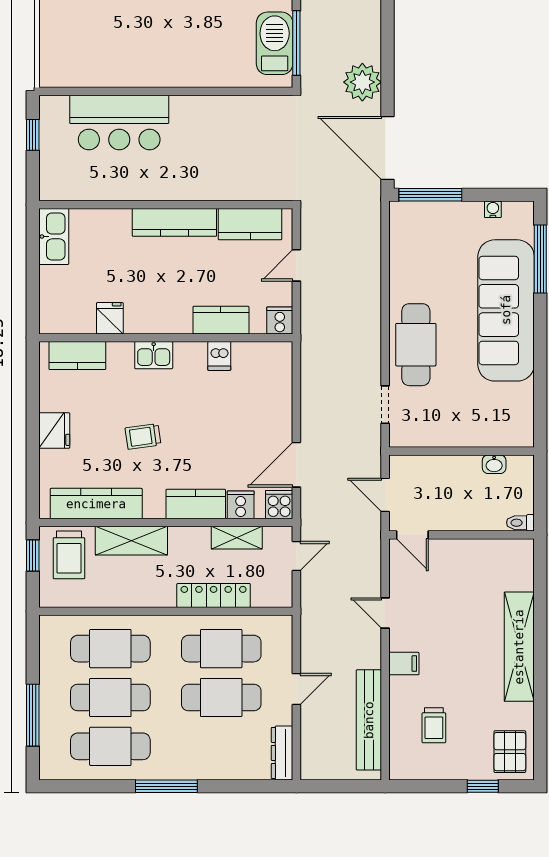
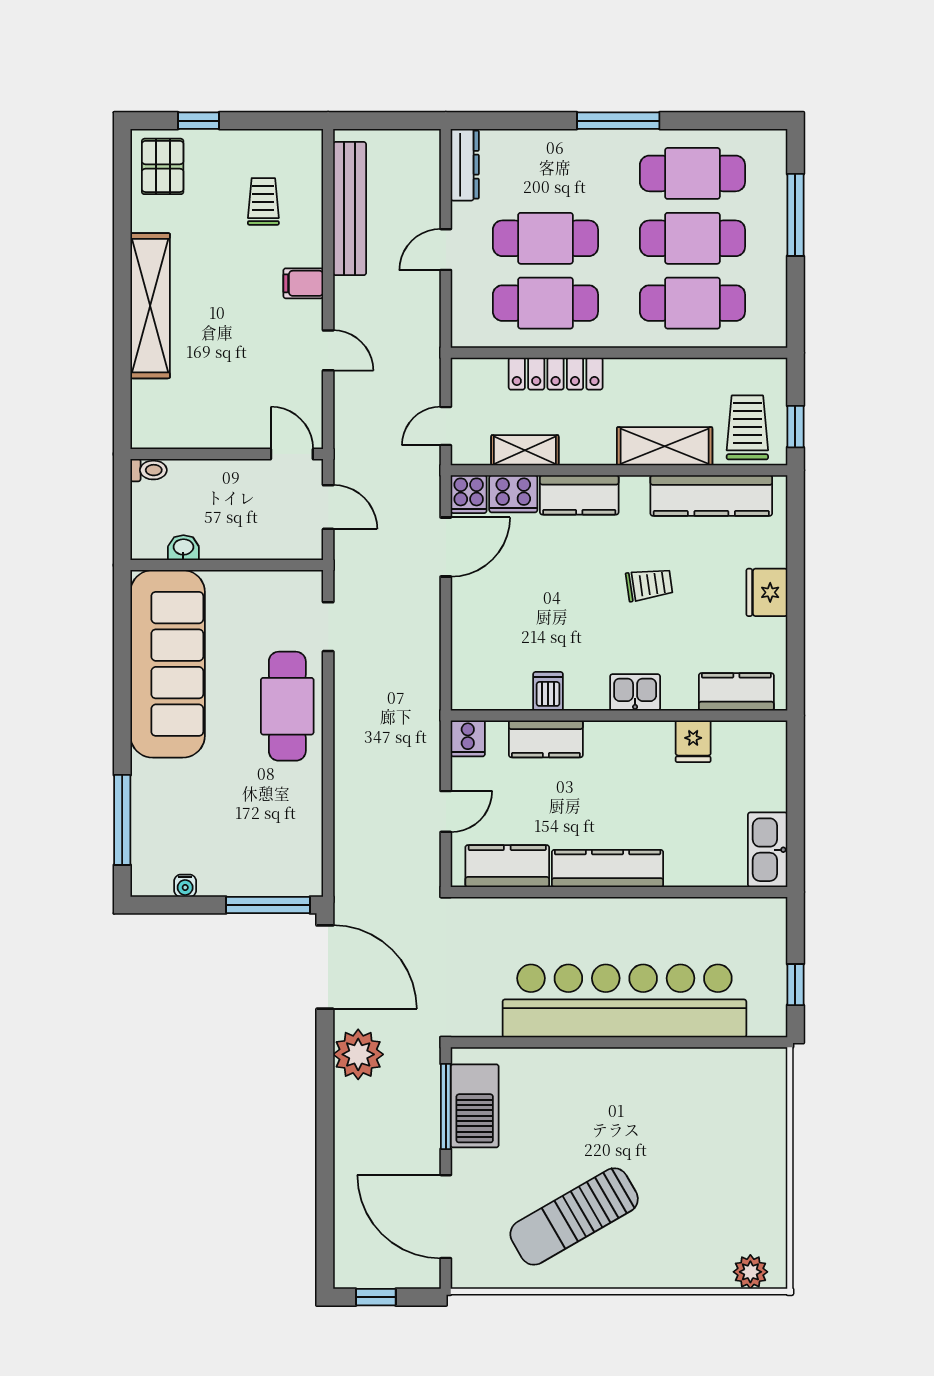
bar counter: (119, 122) -> (624, 1001), width x1.86
sofa: (506, 310) -> (168, 664), moved
cooker: (241, 505) -> (513, 494), width x1.36

